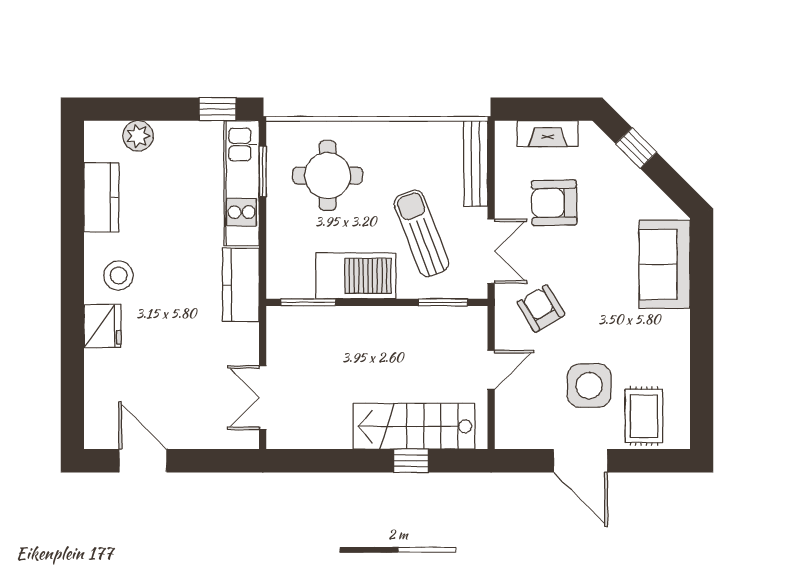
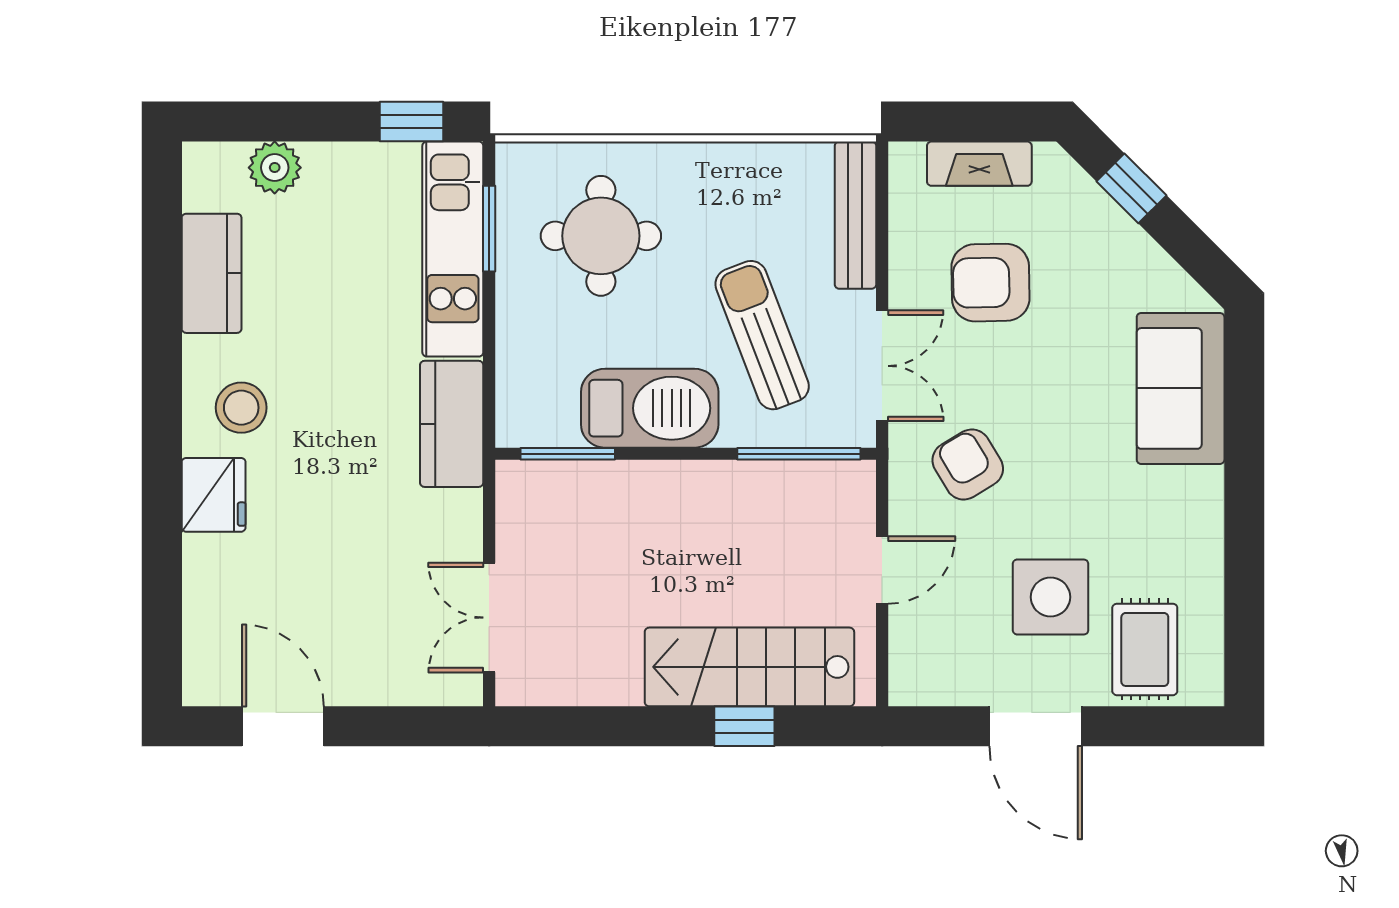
window: (443, 302) -> (799, 454), width x1.44

